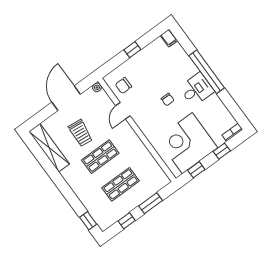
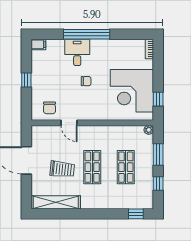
plant: (97, 87) -> (149, 130), moved
desk: (197, 89) -> (77, 52), moved
window: (222, 151) -> (158, 68), removed

